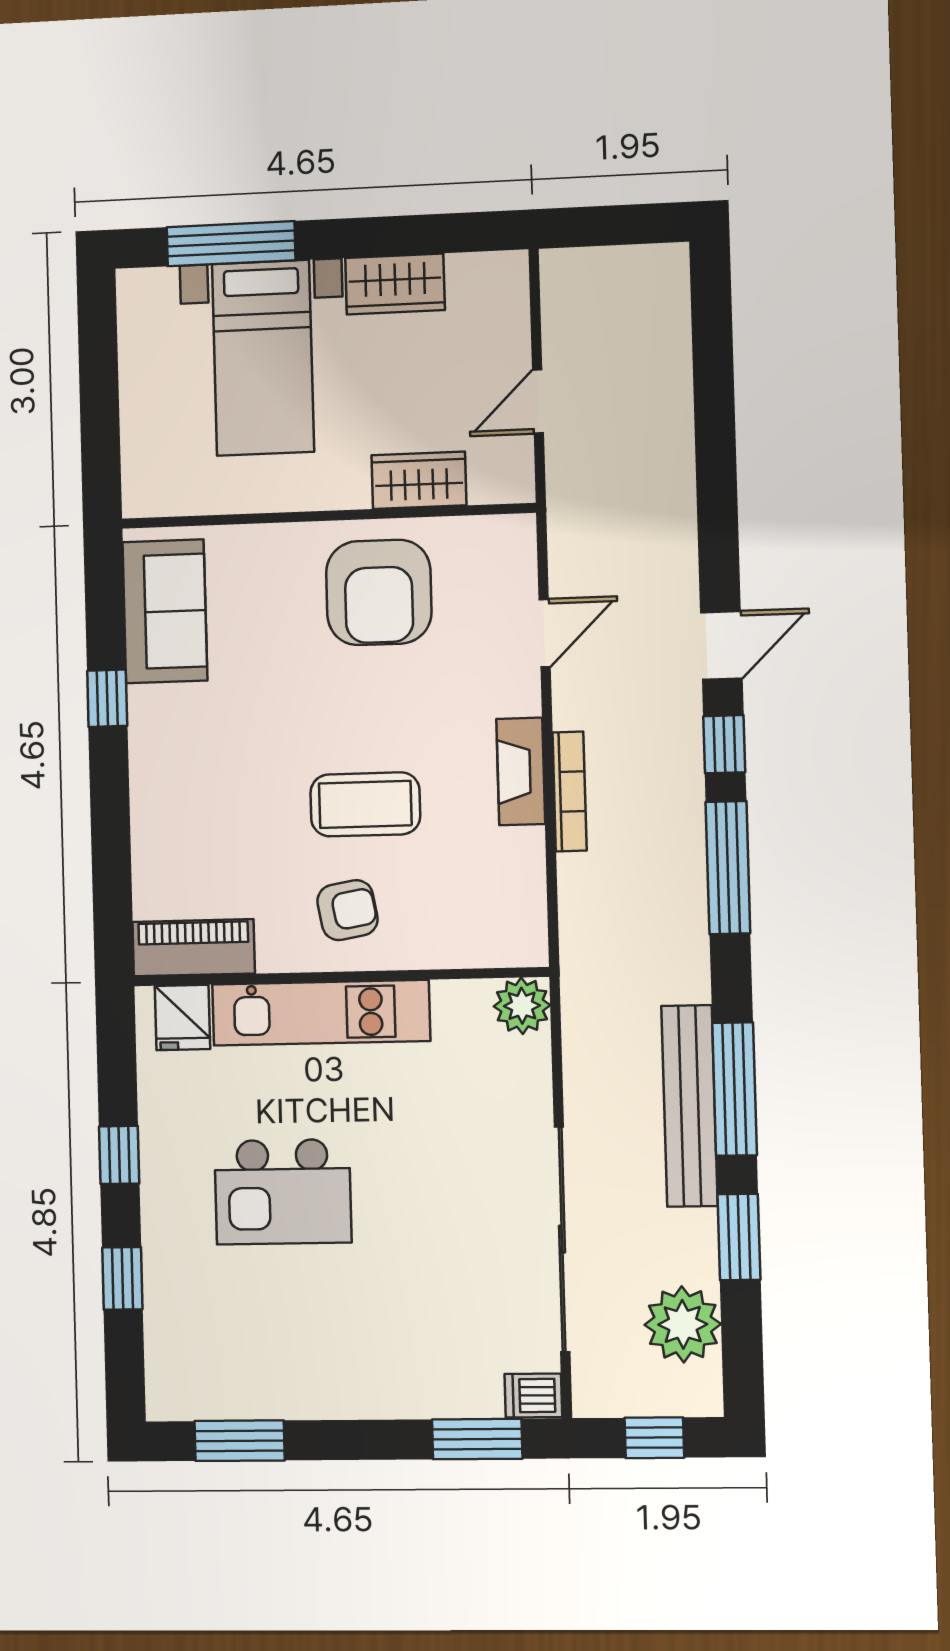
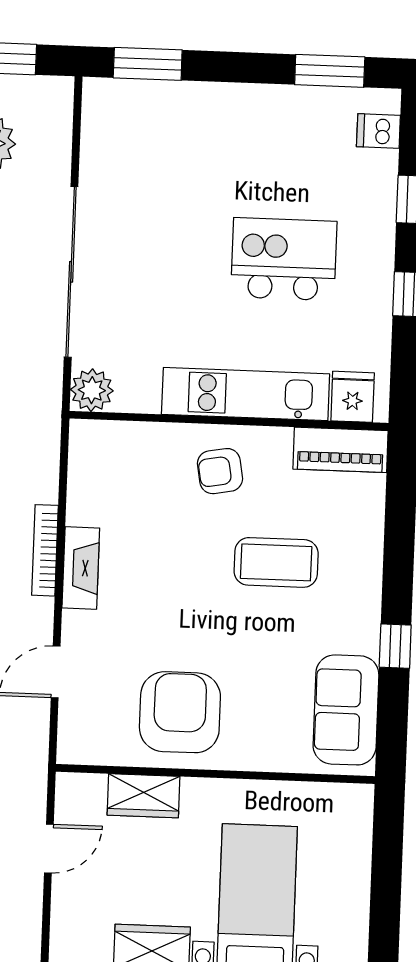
coffee table: (365, 804) -> (276, 562), moved
sliding door: (562, 1239) -> (71, 272), moved
dishwasher: (533, 1396) -> (378, 131), moved, turned 180

